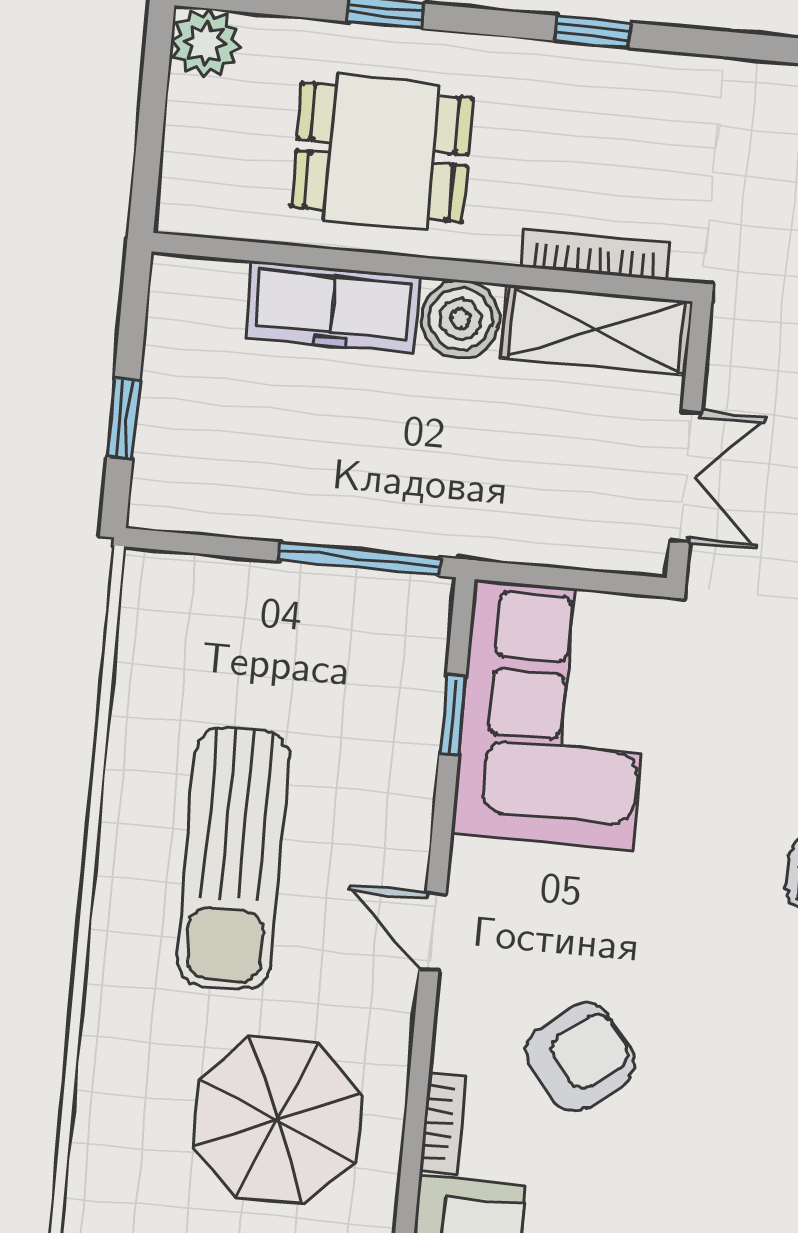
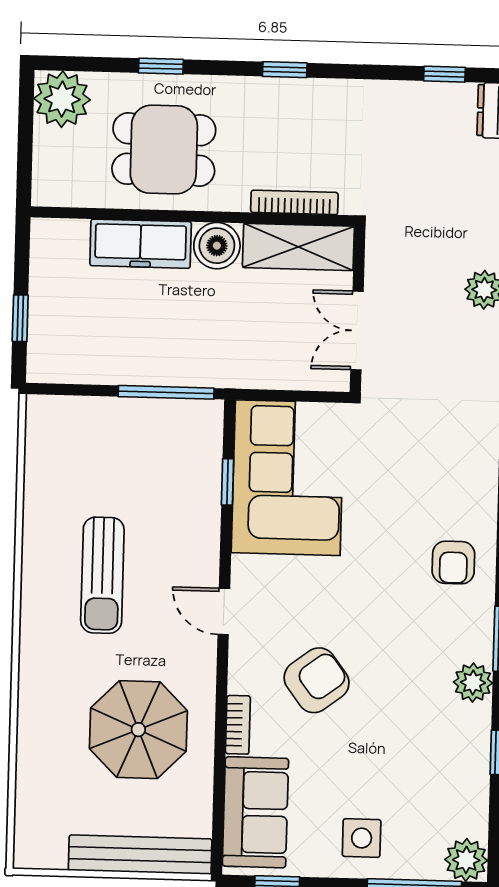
plant: (206, 43) -> (62, 99), width x1.36, depth x1.36
double door: (686, 476) -> (357, 330), swing flipped
sun lounger: (233, 858) -> (102, 575), width x0.73, depth x0.75

